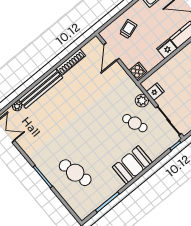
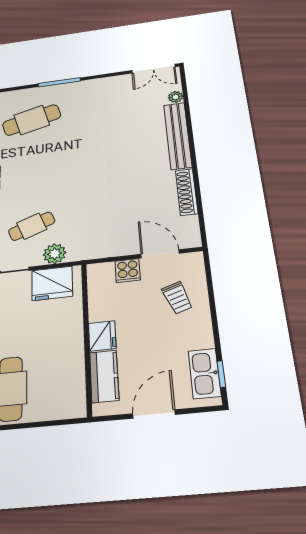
cooker: (138, 71) -> (128, 271), moved
fridge: (155, 92) -> (52, 283), width x1.88, depth x1.34

